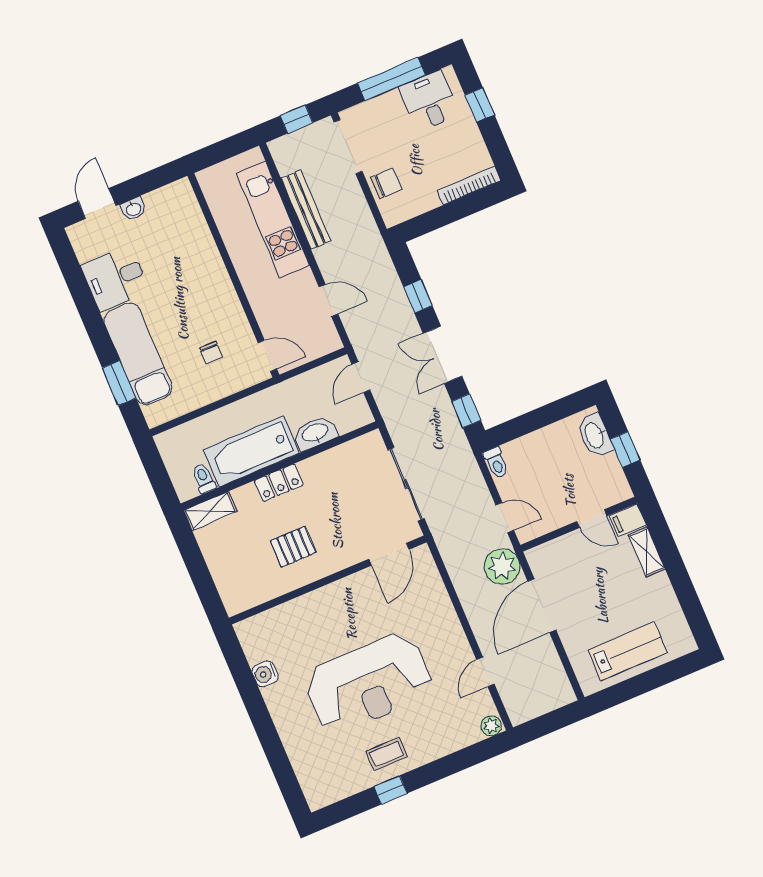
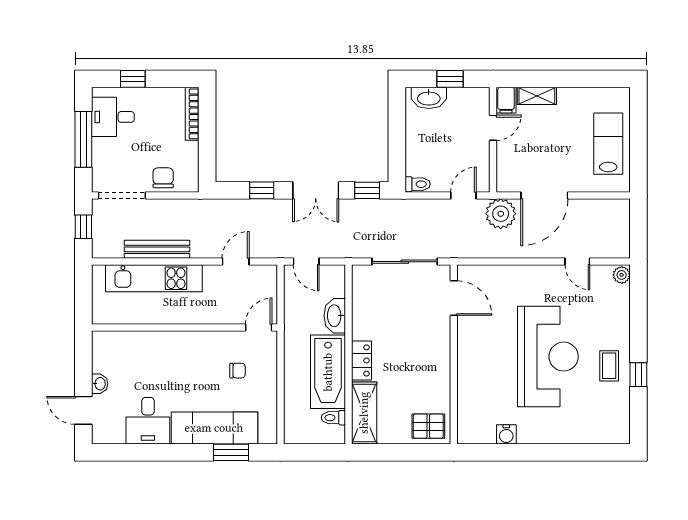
shelving: (210, 511) -> (364, 413), width x1.50, depth x1.33
pallet: (293, 547) -> (428, 426), moved, turned 90
door: (542, 606) -> (544, 196), hinge flipped

